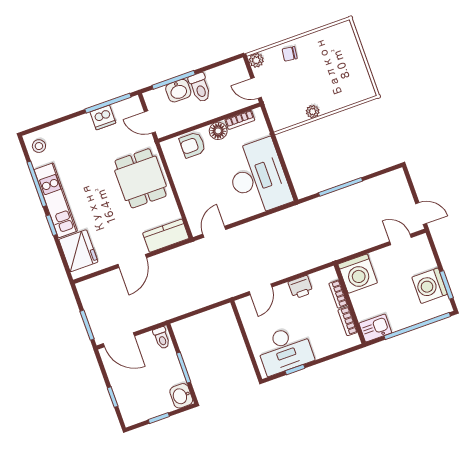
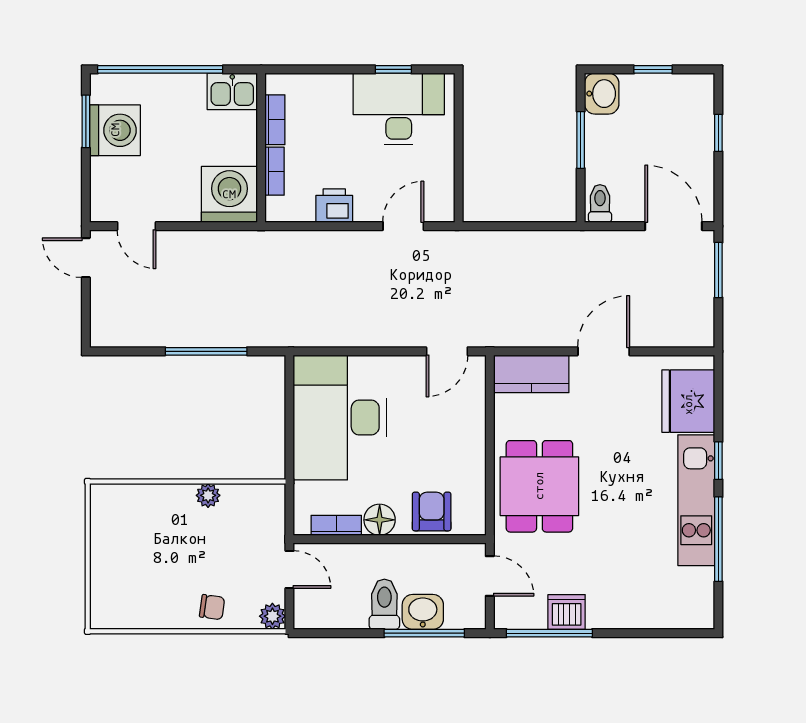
armchair: (192, 145) -> (432, 511), turned -90
stool: (39, 146) -> (692, 602), removed

